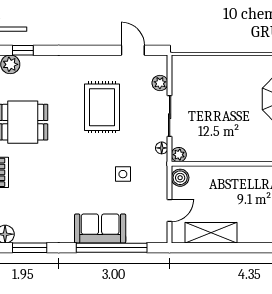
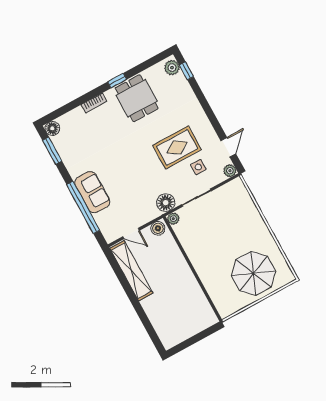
plant: (160, 83) -> (230, 171), moved
floor lamp: (162, 148) -> (166, 203), width x1.89, depth x1.89
side table: (123, 174) -> (198, 167), moved
shelving: (211, 233) -> (131, 271), width x1.47

